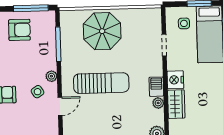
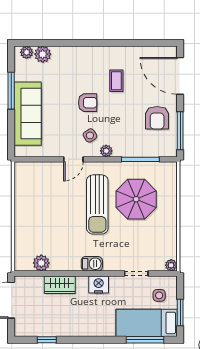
parasol: (102, 31) -> (136, 199), moved
plant: (158, 103) -> (171, 265), moved
wardrobe: (176, 104) -> (60, 285), moved
door: (60, 106) -> (73, 159), hinge flipped

